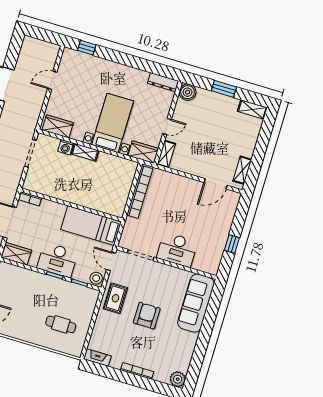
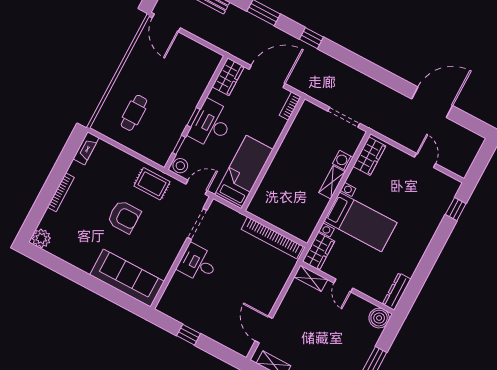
desk: (177, 250) -> (198, 263), width x0.73

